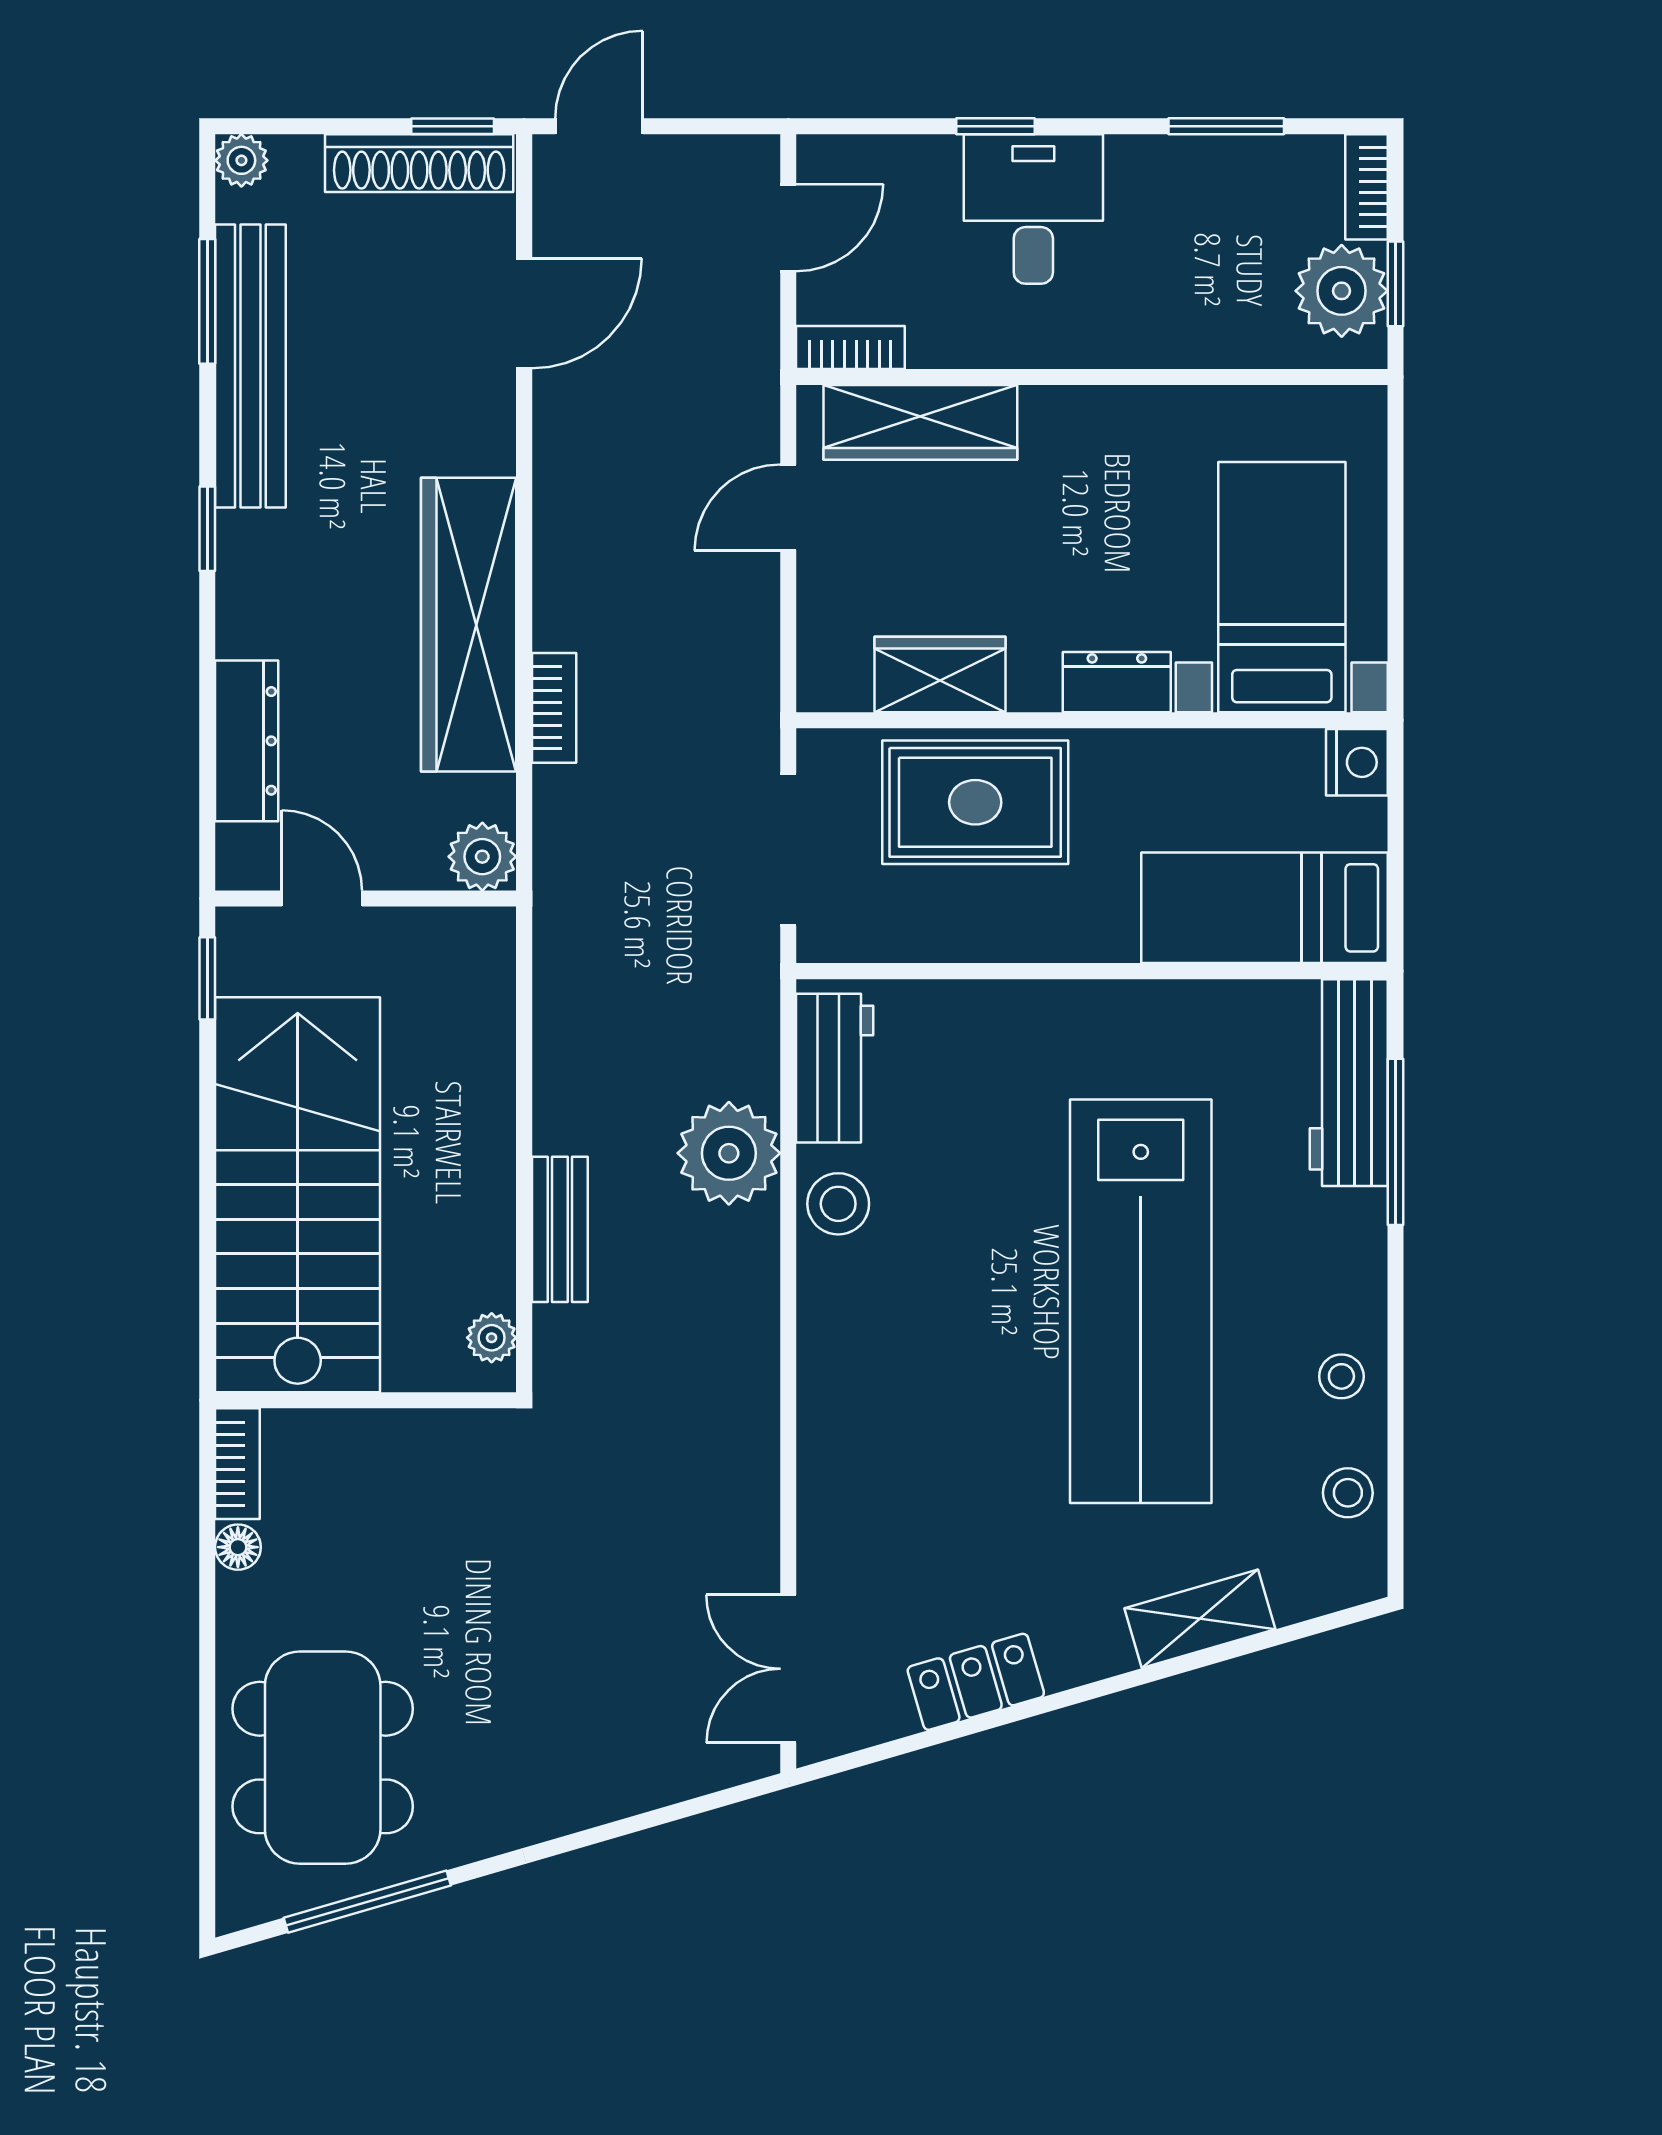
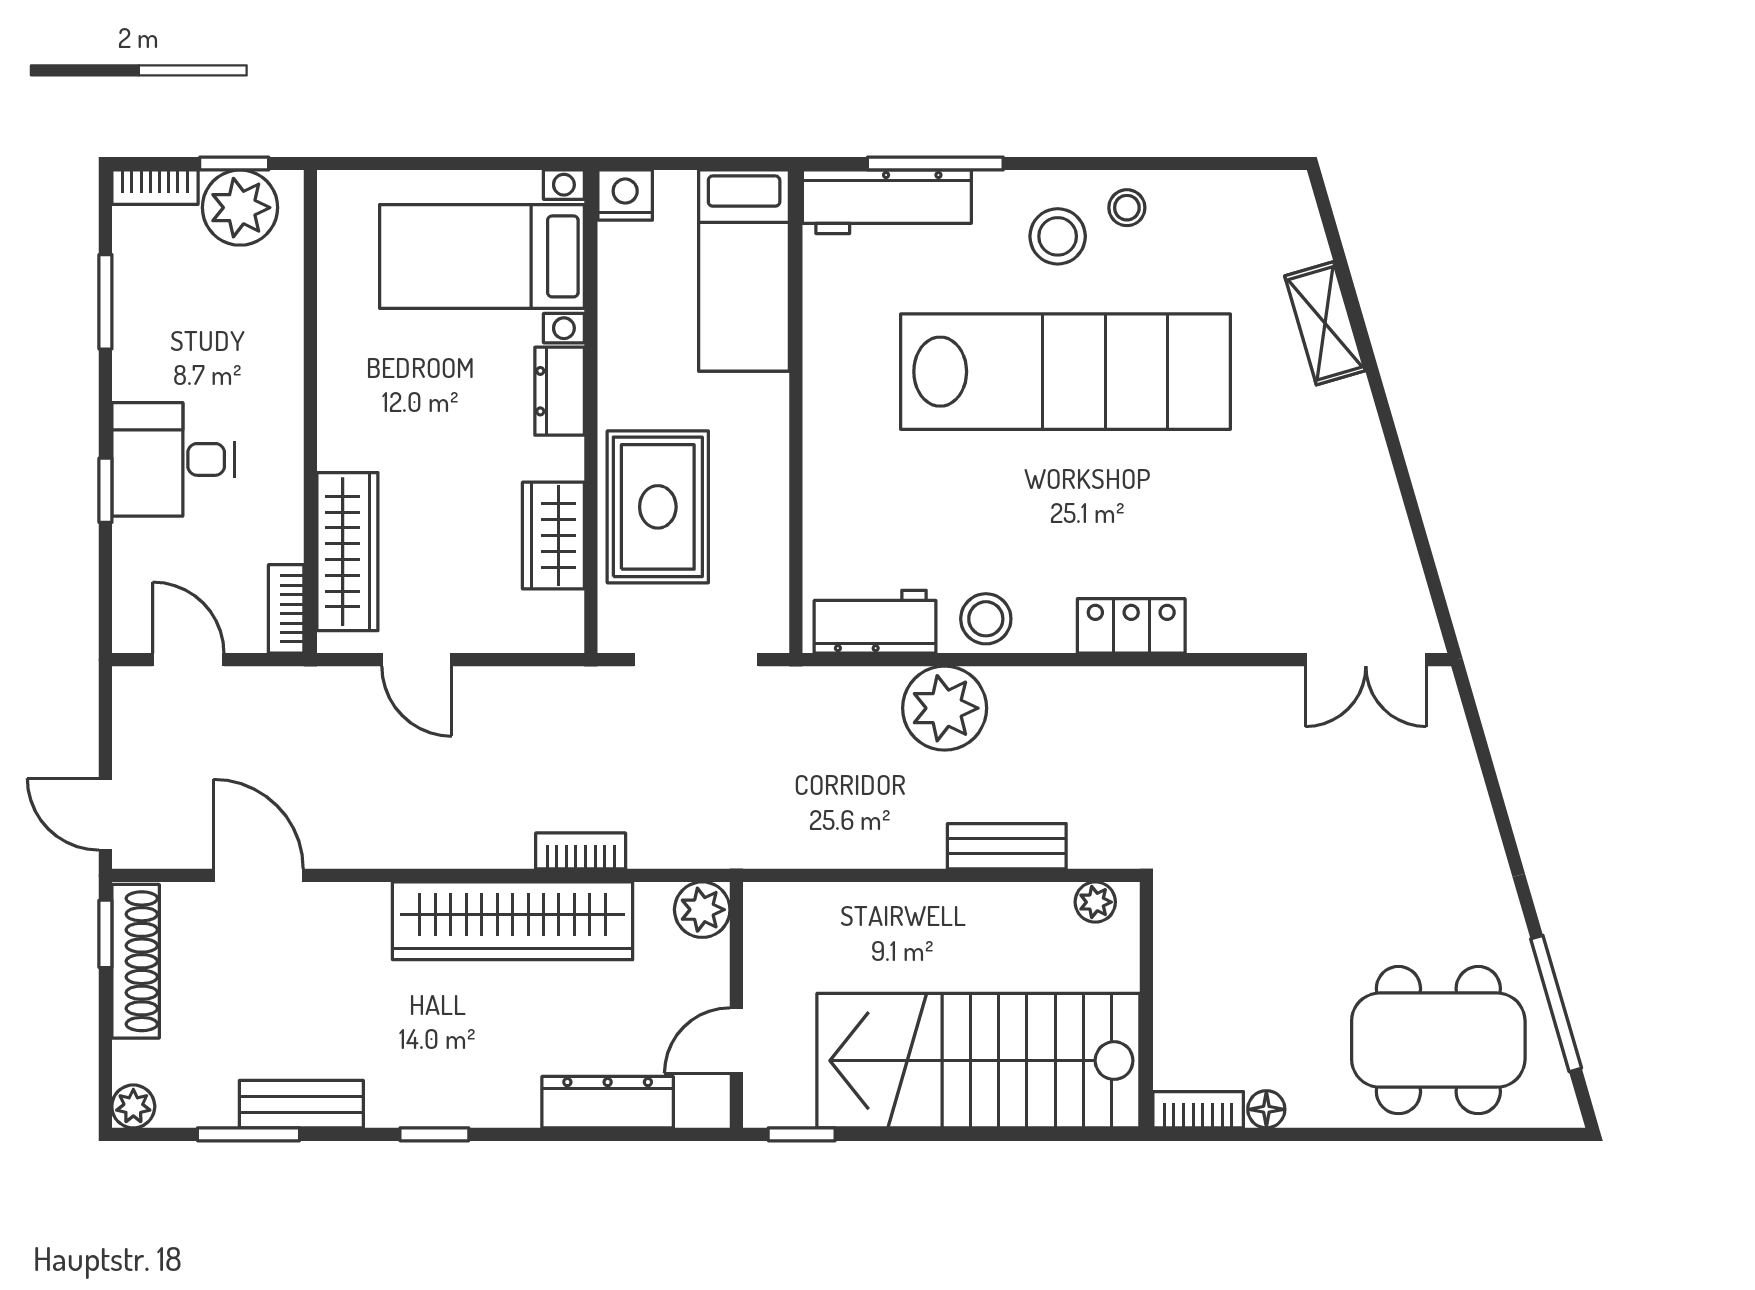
bench: (250, 366) -> (301, 1104), width x0.54, depth x0.82
stool: (1348, 1493) -> (1058, 236), moved, width x1.37, depth x1.37
locker: (976, 1682) -> (1131, 626), moved, turned 106

